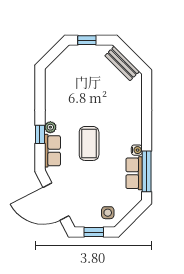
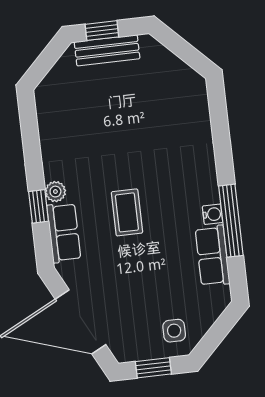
bench: (122, 63) -> (107, 50), moved, turned -45
coffee table: (89, 143) -> (127, 212), width x0.73, depth x0.77
window: (147, 171) -> (231, 221), moved

